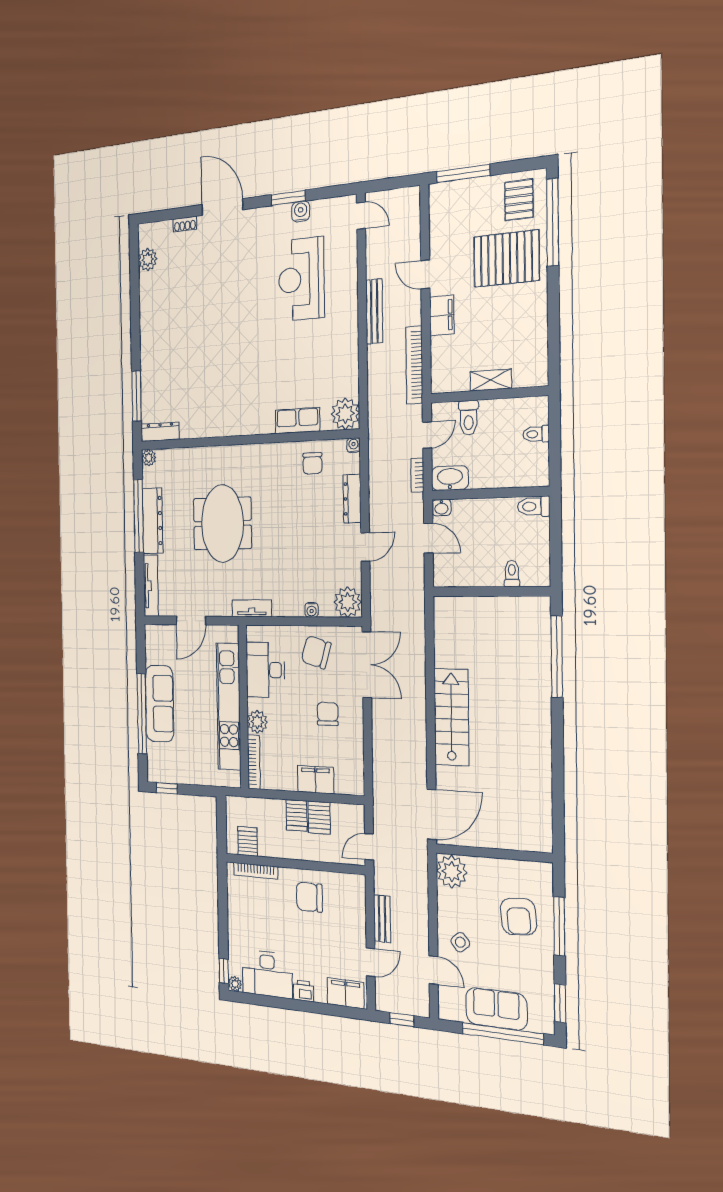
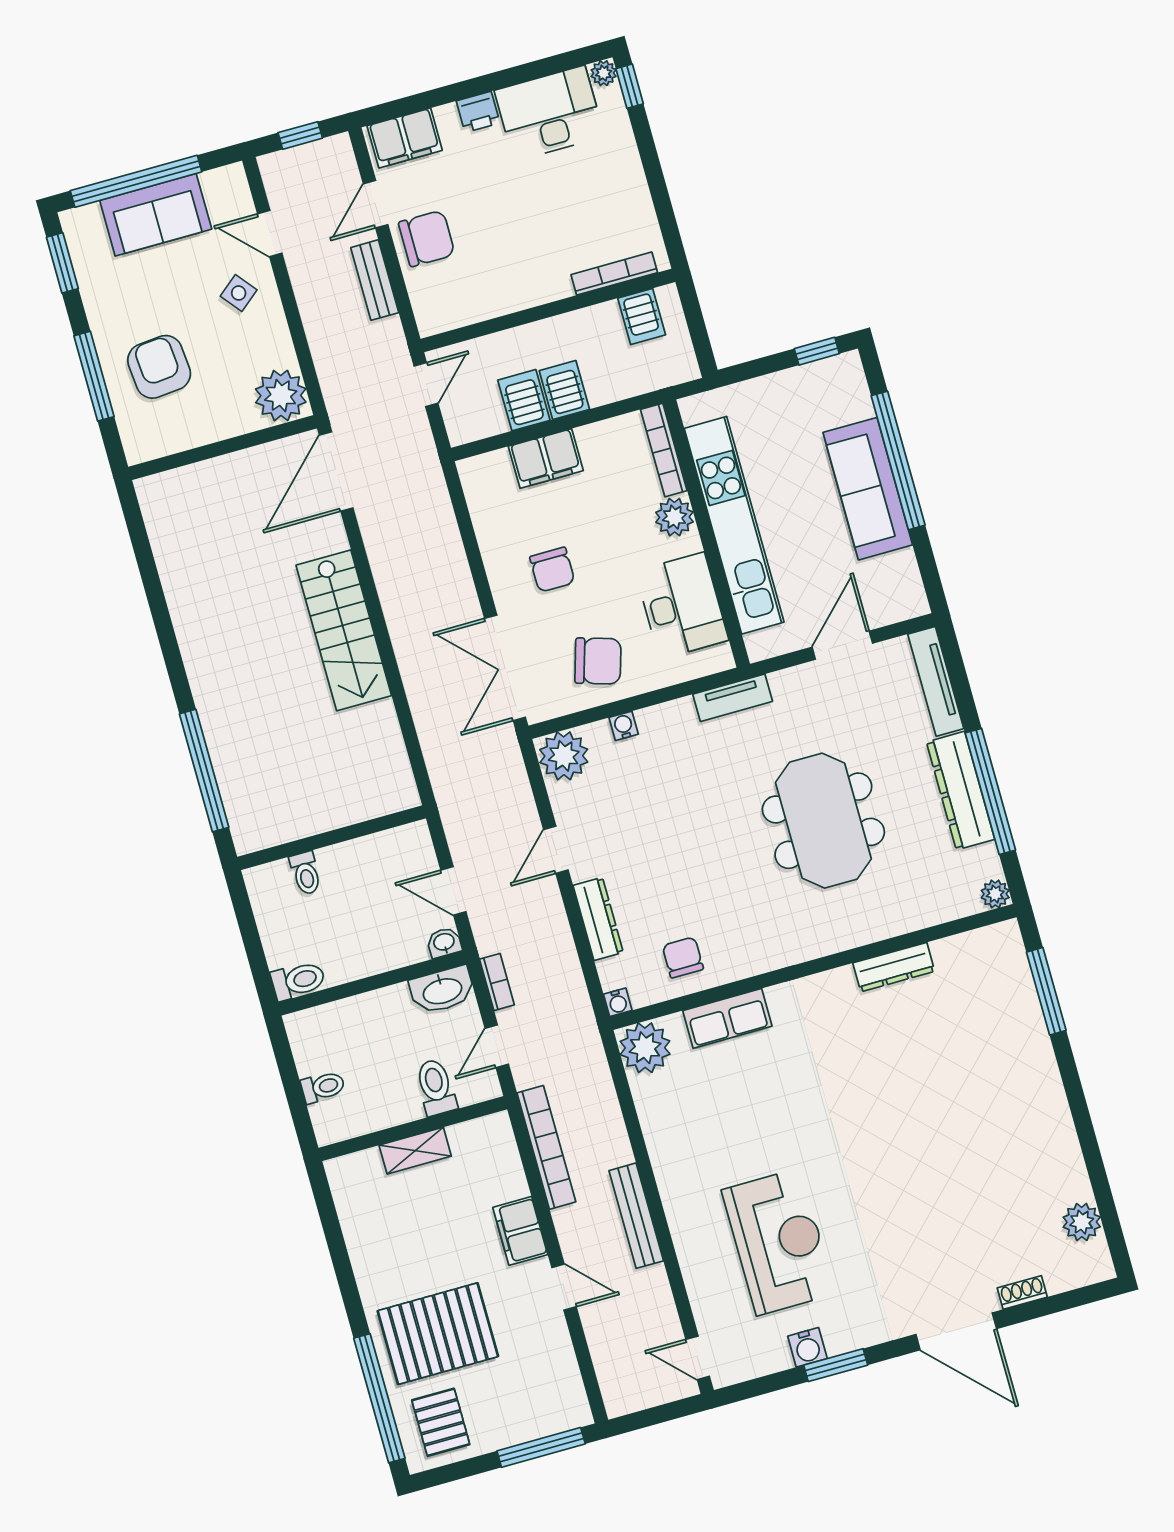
dresser: (160, 432) -> (894, 967), moved
chair: (309, 897) -> (427, 238), moved

